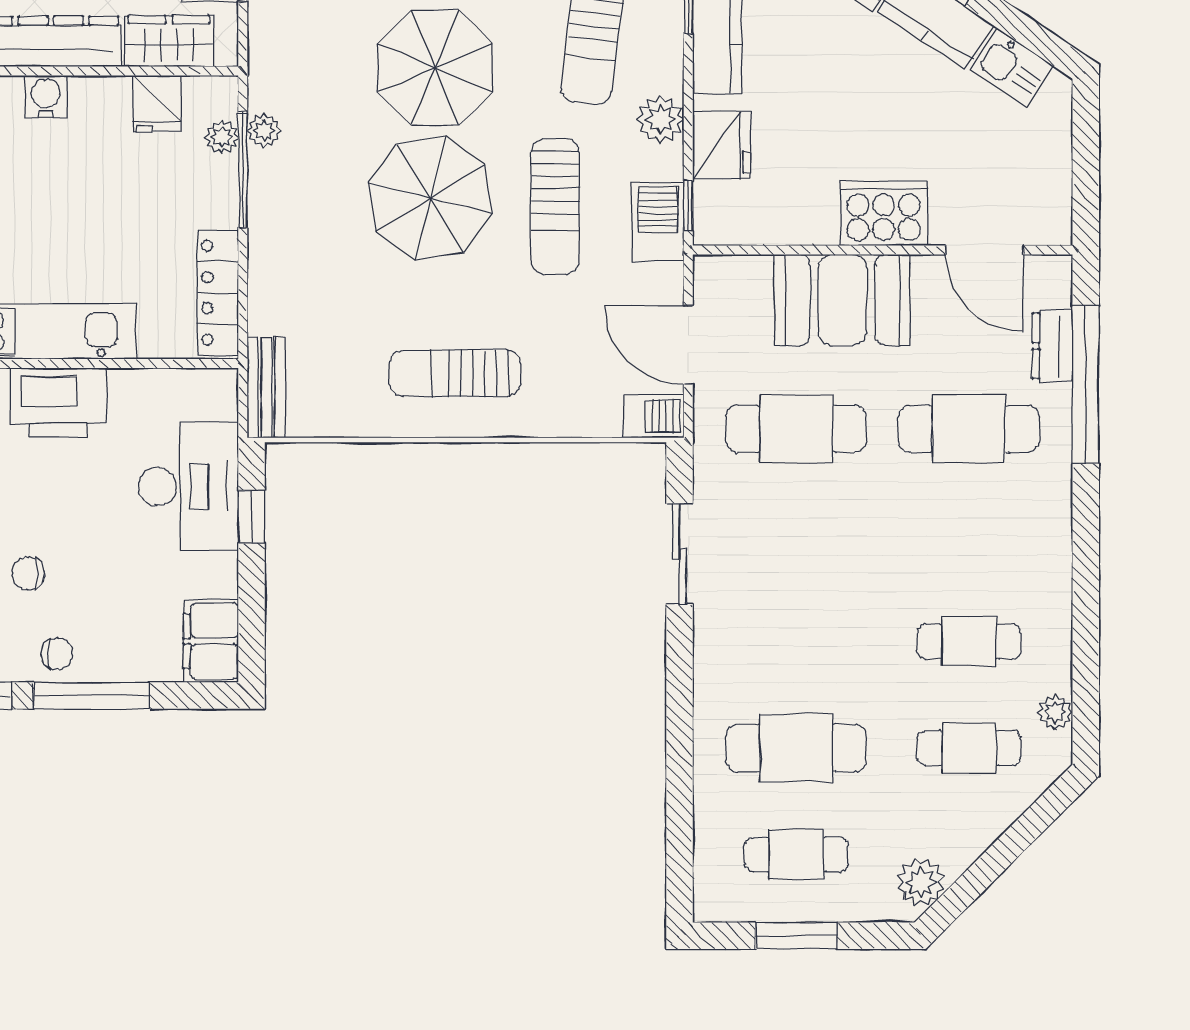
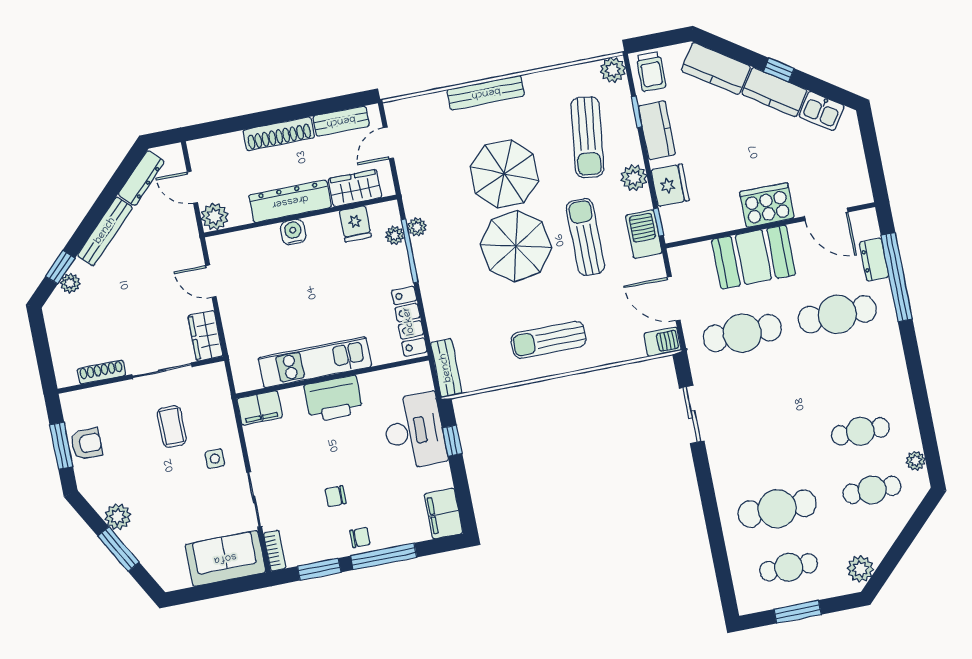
sun lounger: (555, 207) -> (586, 237), turned 180

